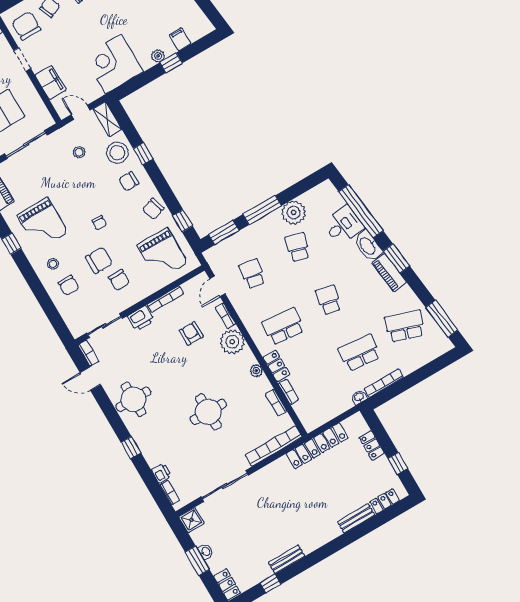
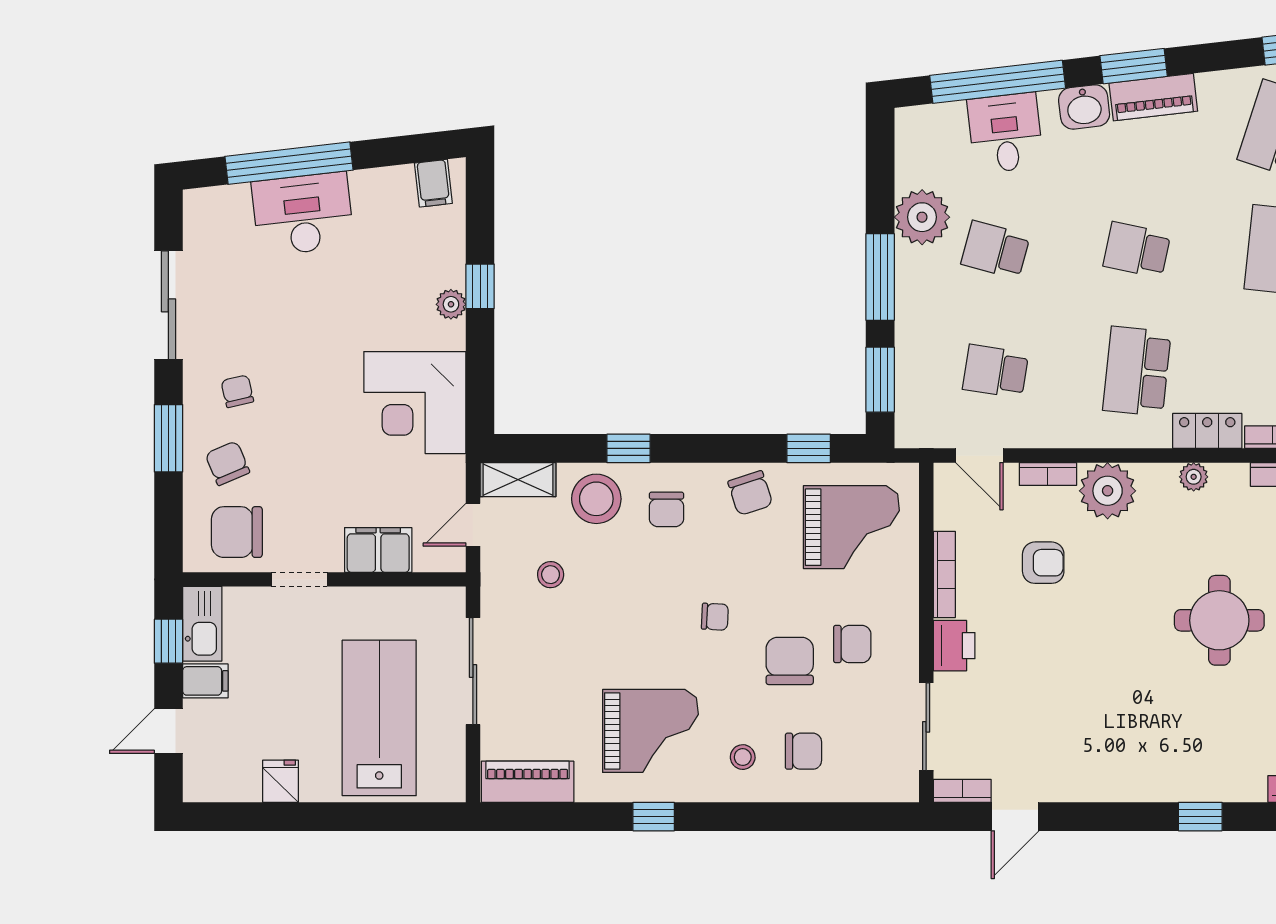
filing cabinet: (180, 39) -> (433, 183), moved, turned -97
washbasin: (368, 246) -> (1084, 107), width x0.72
armchair: (191, 333) -> (1043, 563), turned 180
round table: (133, 399) -> (1107, 755), removed

